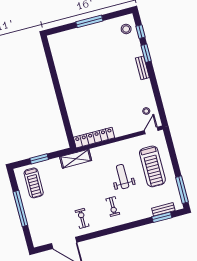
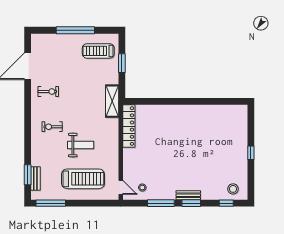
window: (89, 21) -> (251, 153), width x0.46
window: (146, 53) -> (191, 203), moved
window: (156, 91) -> (161, 203), added
treadmill: (152, 166) -> (83, 179), turned 180

